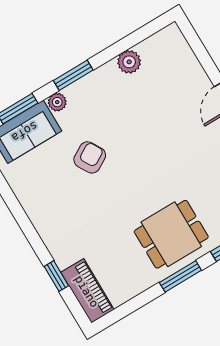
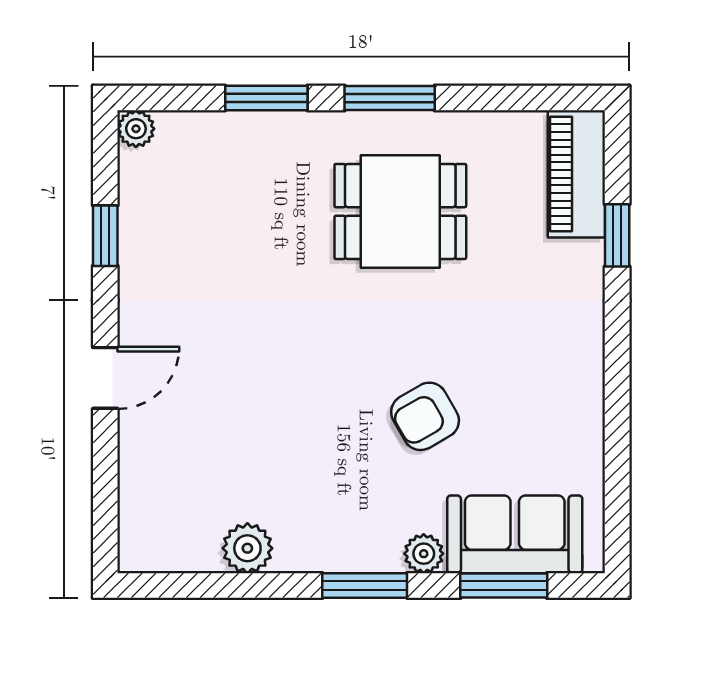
dining table: (171, 234) -> (400, 211), moved

